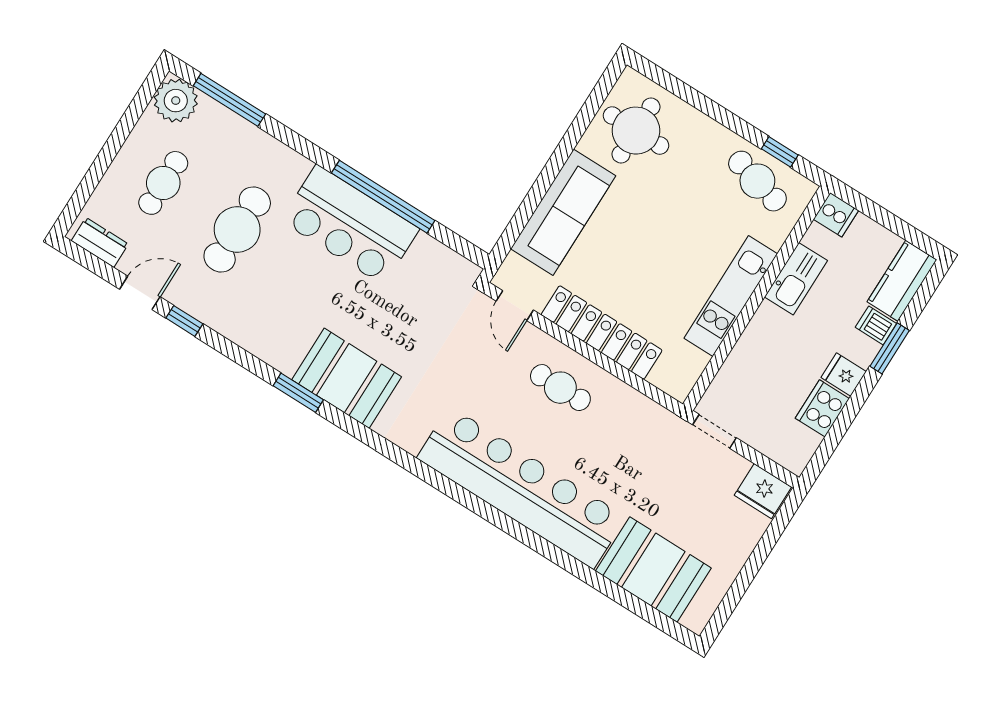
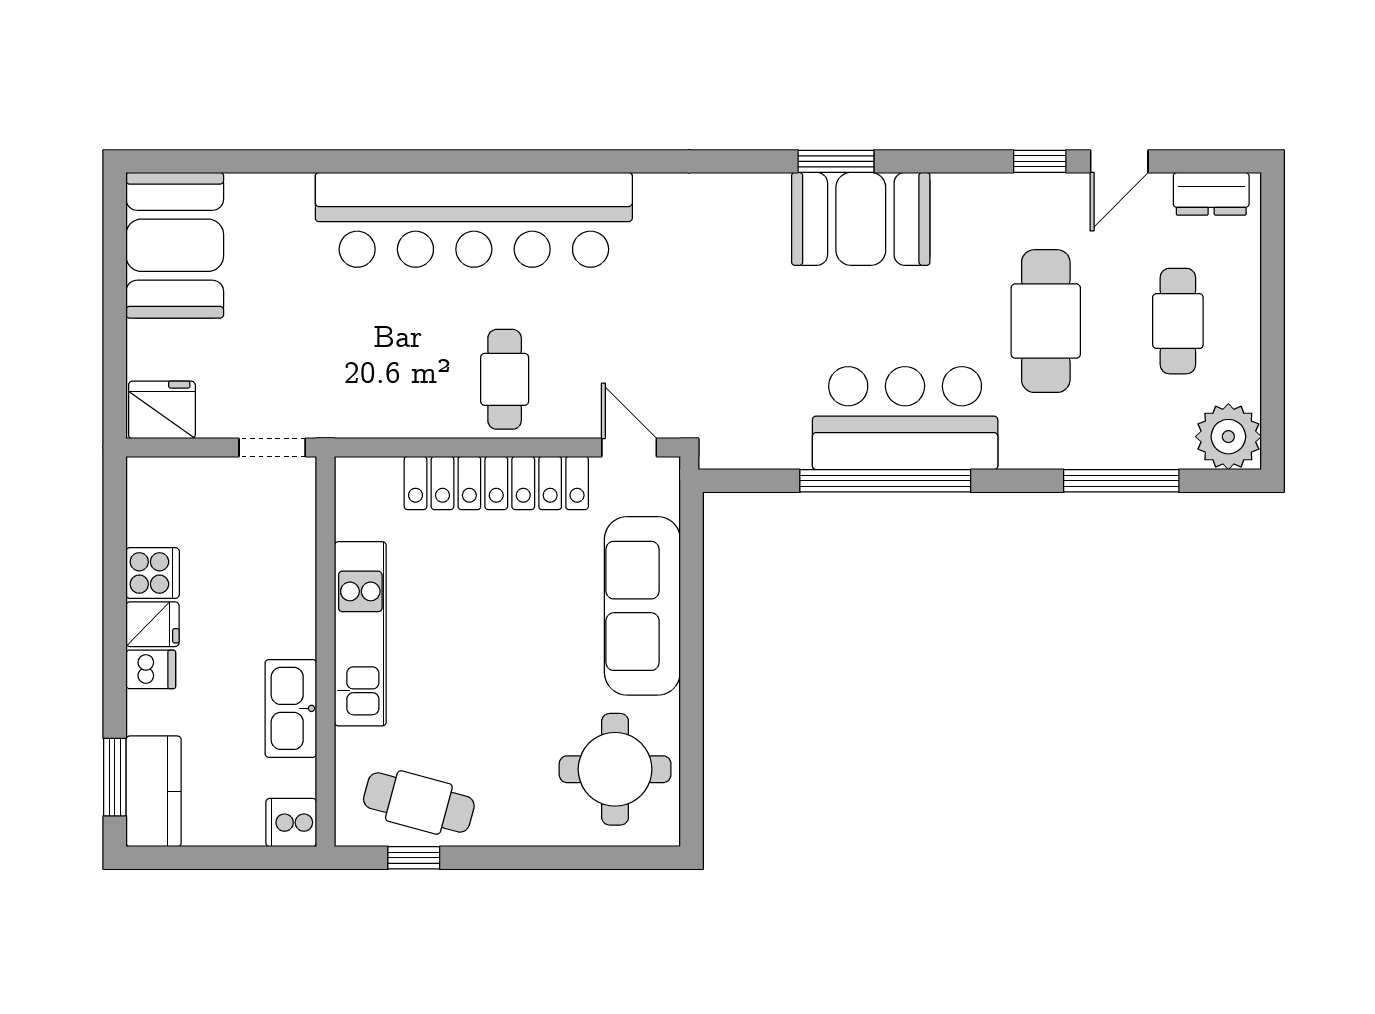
window: (229, 100) -> (1121, 481), moved
dishwasher: (876, 325) -> (151, 669), moved
window: (890, 348) -> (115, 777), moved
booth: (347, 378) -> (861, 219), moved
cafe table: (560, 388) -> (505, 379), turned 90
cooker: (822, 408) -> (153, 573), width x0.73
booth: (653, 570) -> (175, 245), moved, turned 90

